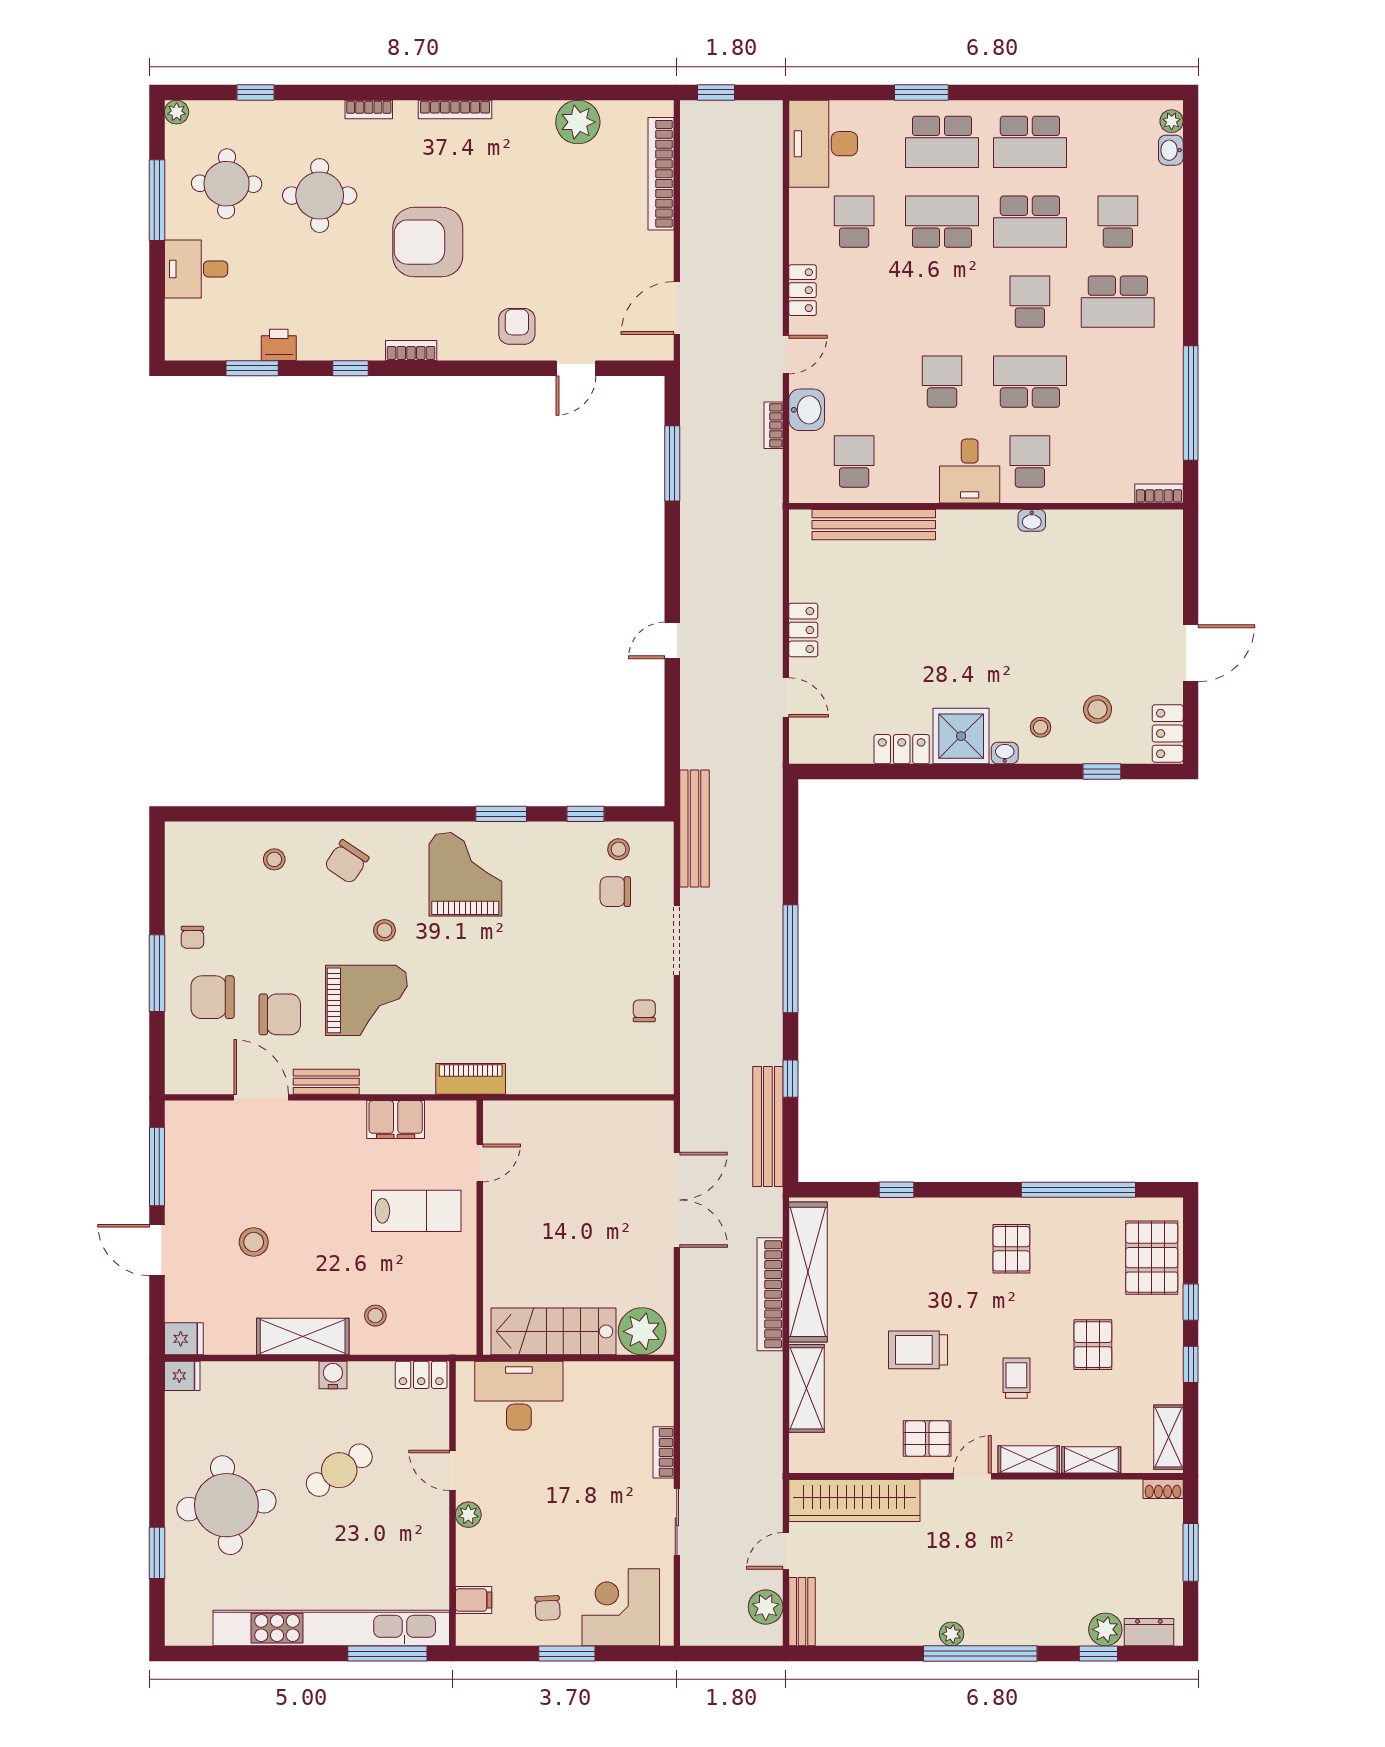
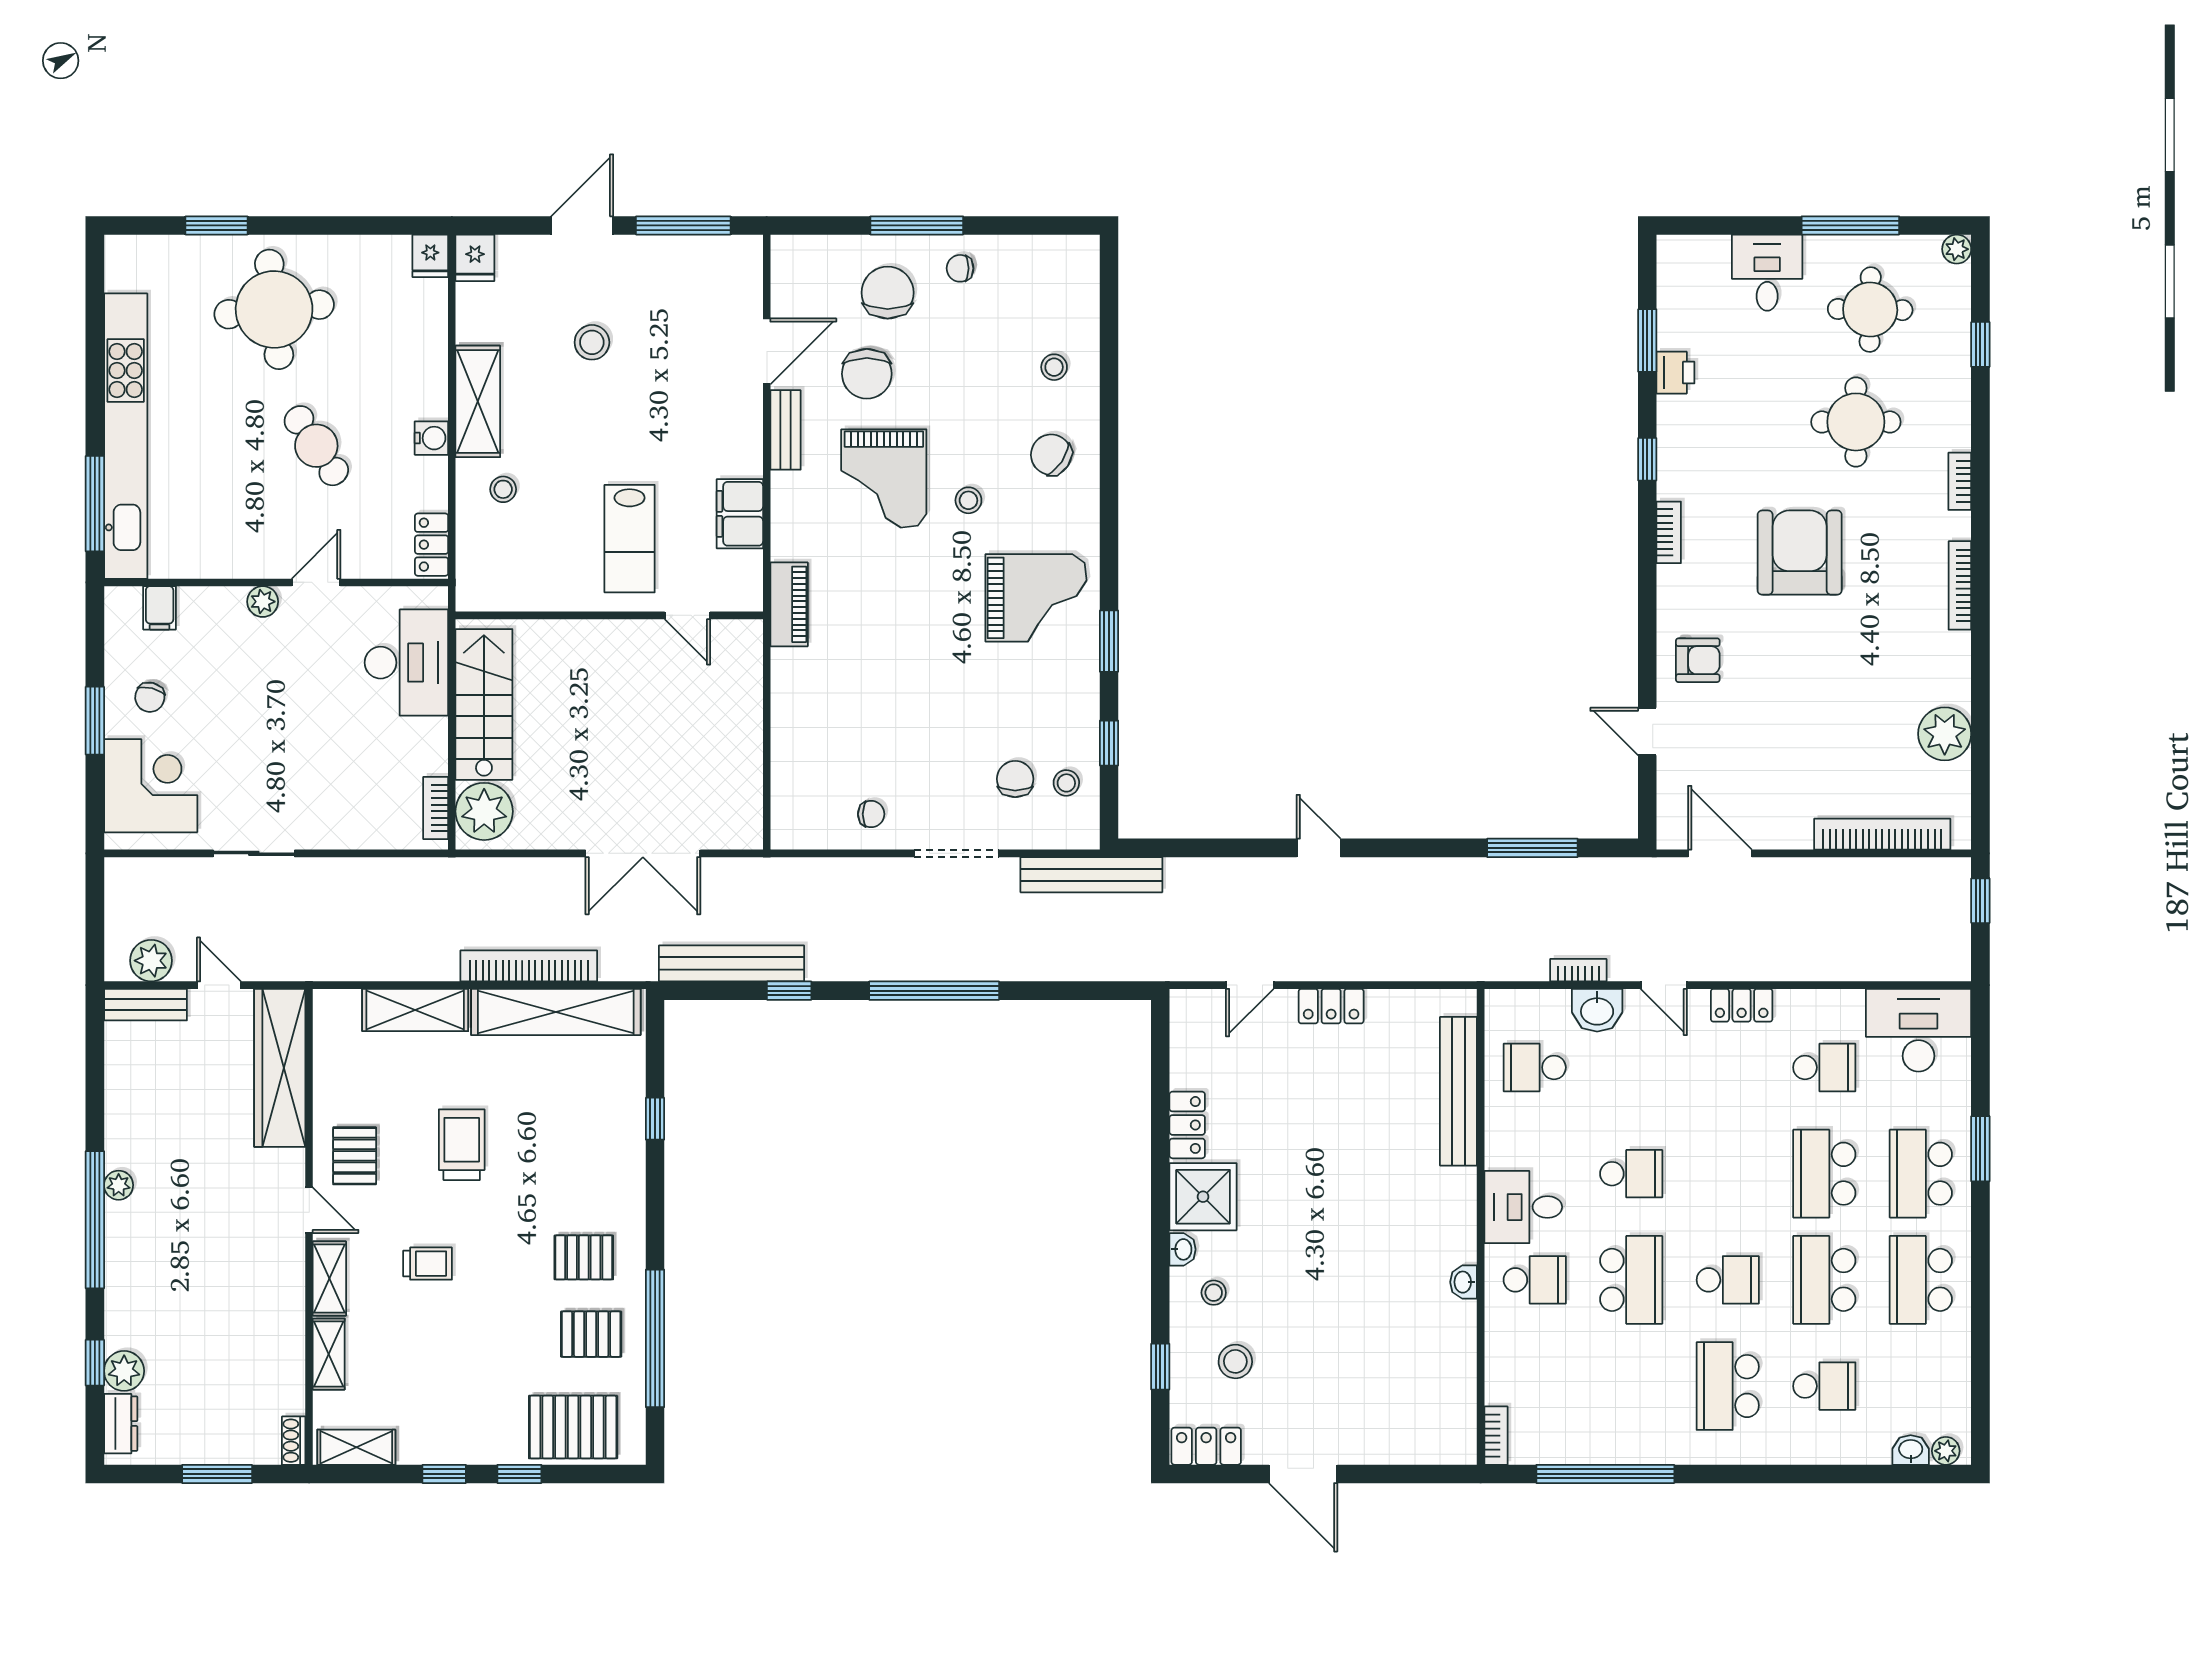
school desk: (942, 222) -> (1824, 1174), turned 180
school desk: (854, 461) -> (1535, 1067), turned 180
pallet: (1093, 1345) -> (591, 1334), moved
bookcase: (663, 1452) -> (436, 808), moved, turned -90
chair: (548, 1608) -> (150, 697), turned -73

